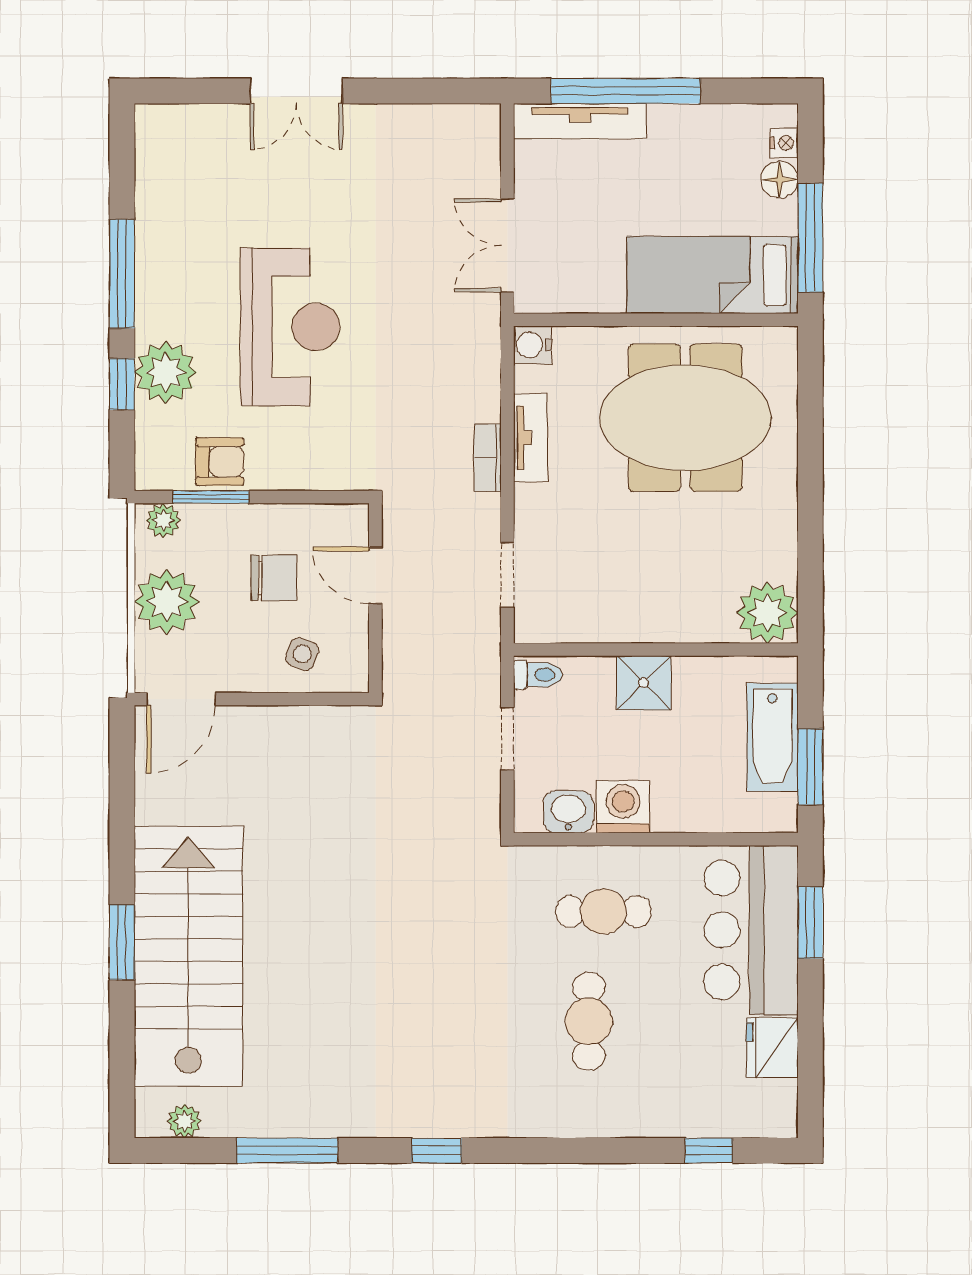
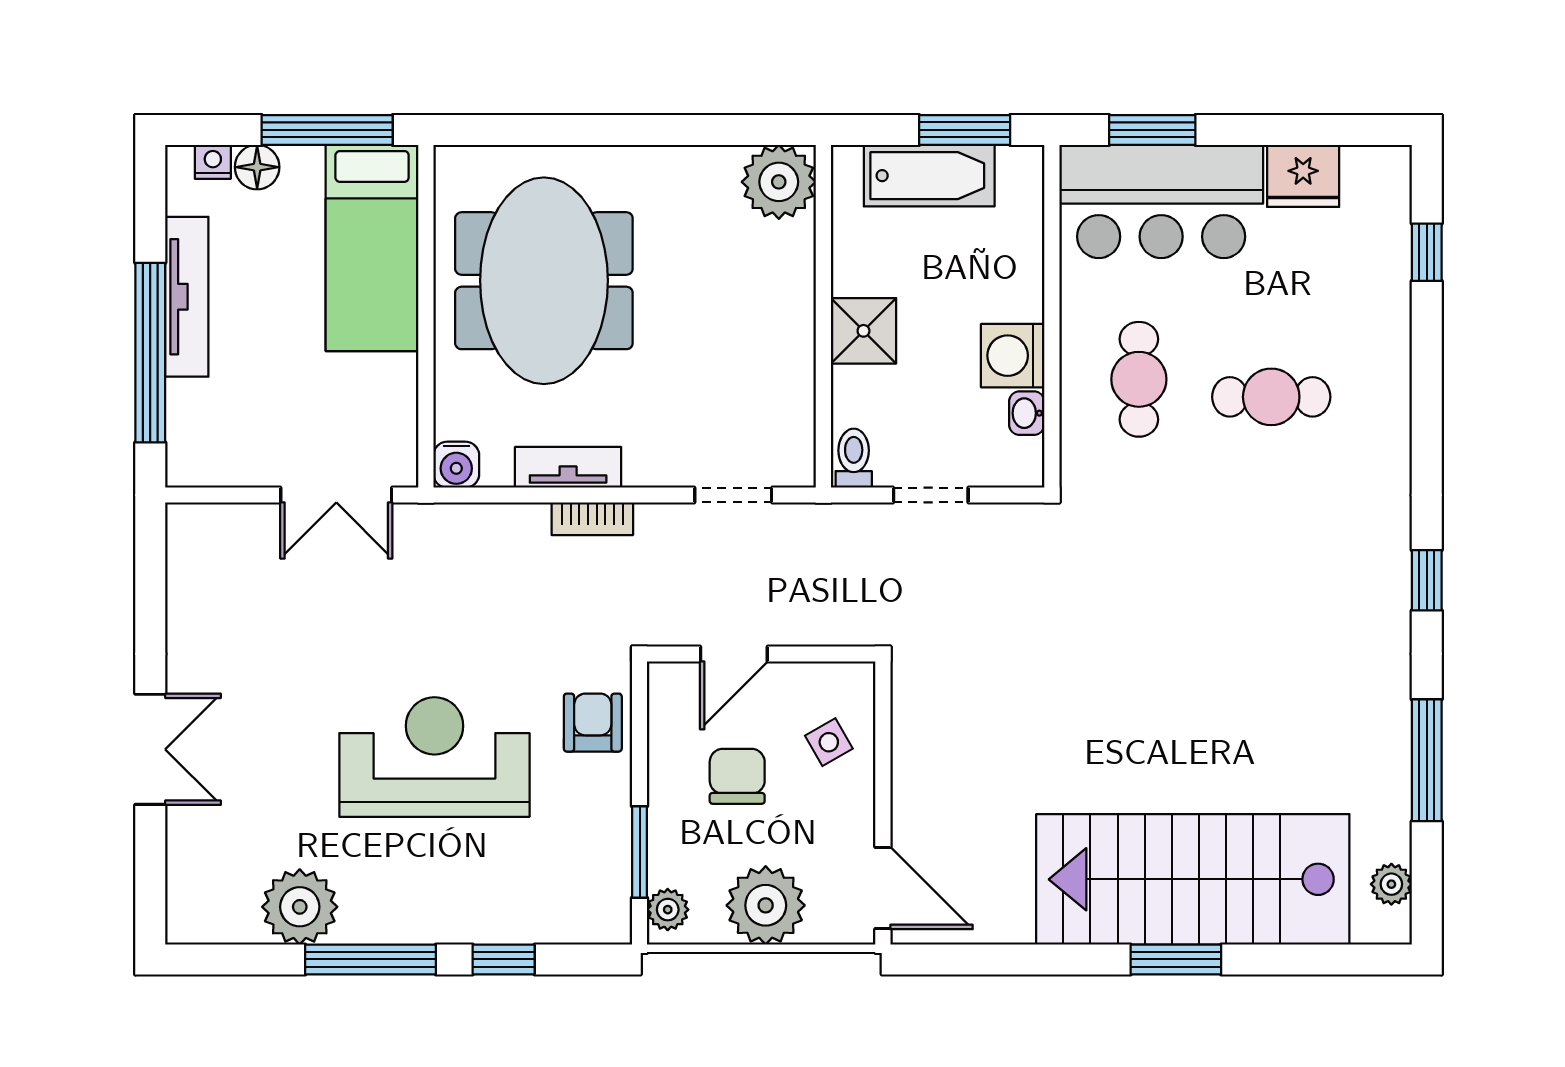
tv unit: (580, 121) -> (187, 297), moved
plant: (166, 372) -> (300, 907), moved
armchair: (220, 462) -> (593, 723), moved
side table: (302, 654) -> (829, 742), turned 38
washbasin: (568, 812) -> (1027, 413), width x0.72, depth x0.69

